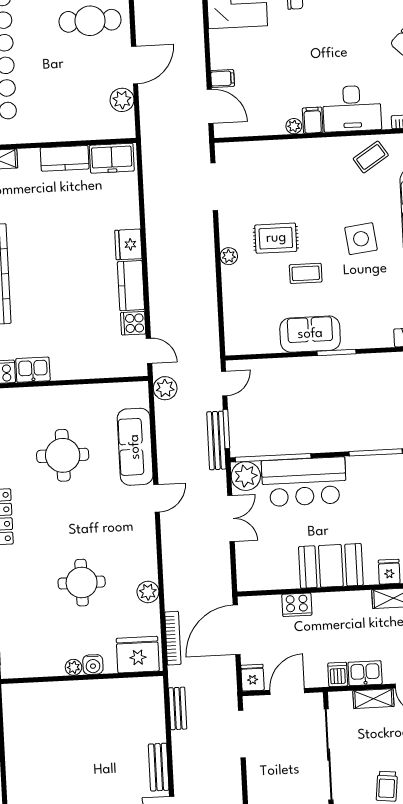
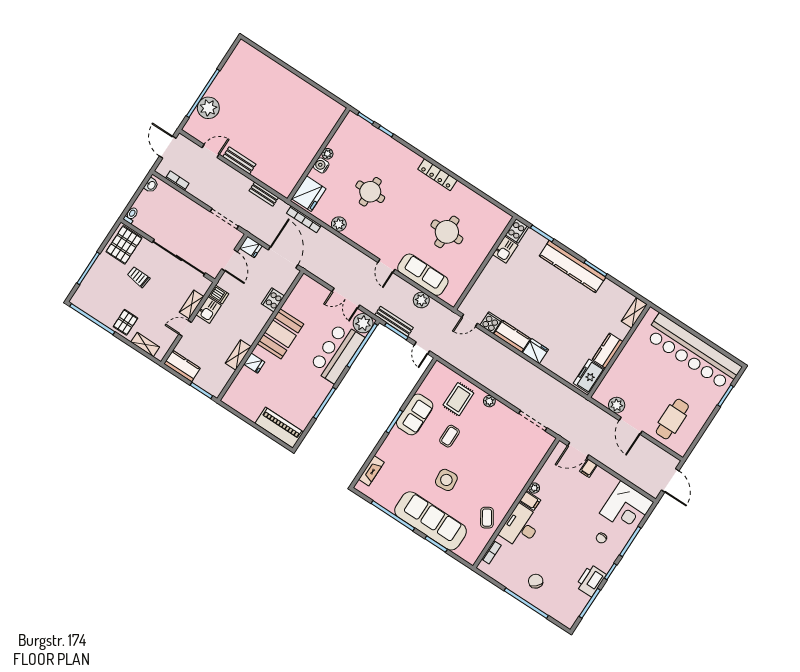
rug: (276, 238) -> (458, 399), moved
plant: (165, 388) -> (421, 300), moved

